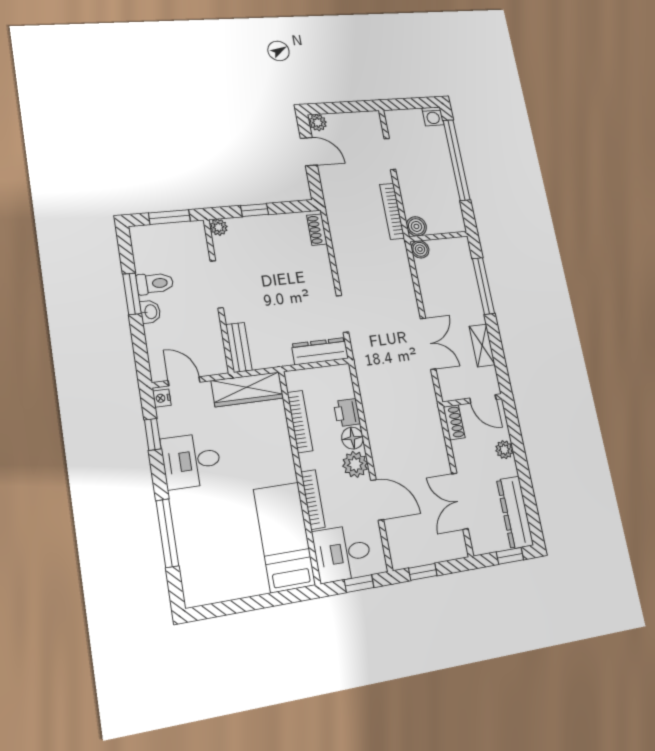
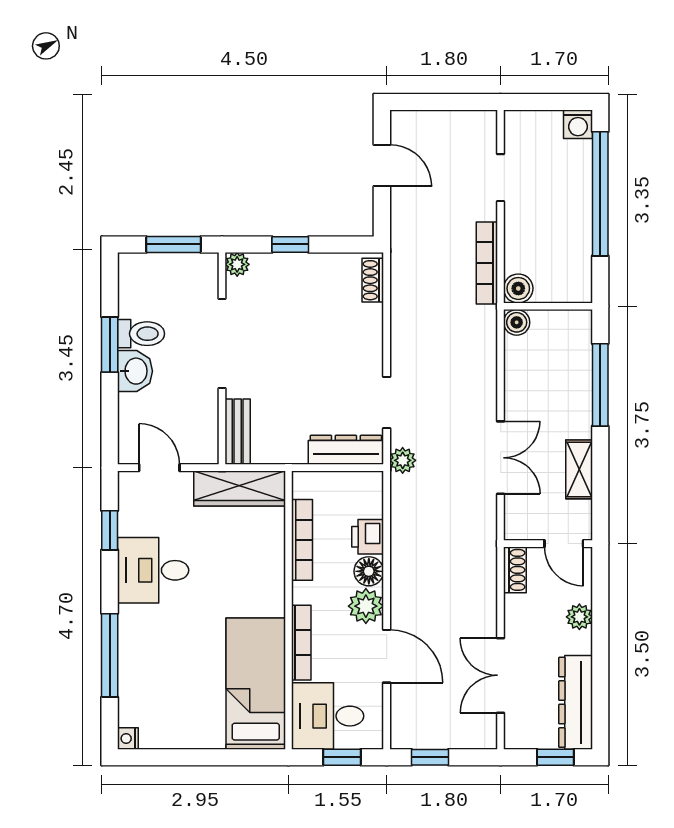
plant: (318, 123) -> (403, 460), moved
doorway: (217, 284) -> (222, 343), width x1.36
washbasin: (150, 312) -> (135, 371), width x1.38, depth x1.45
nightstand: (162, 398) -> (128, 739), moved

